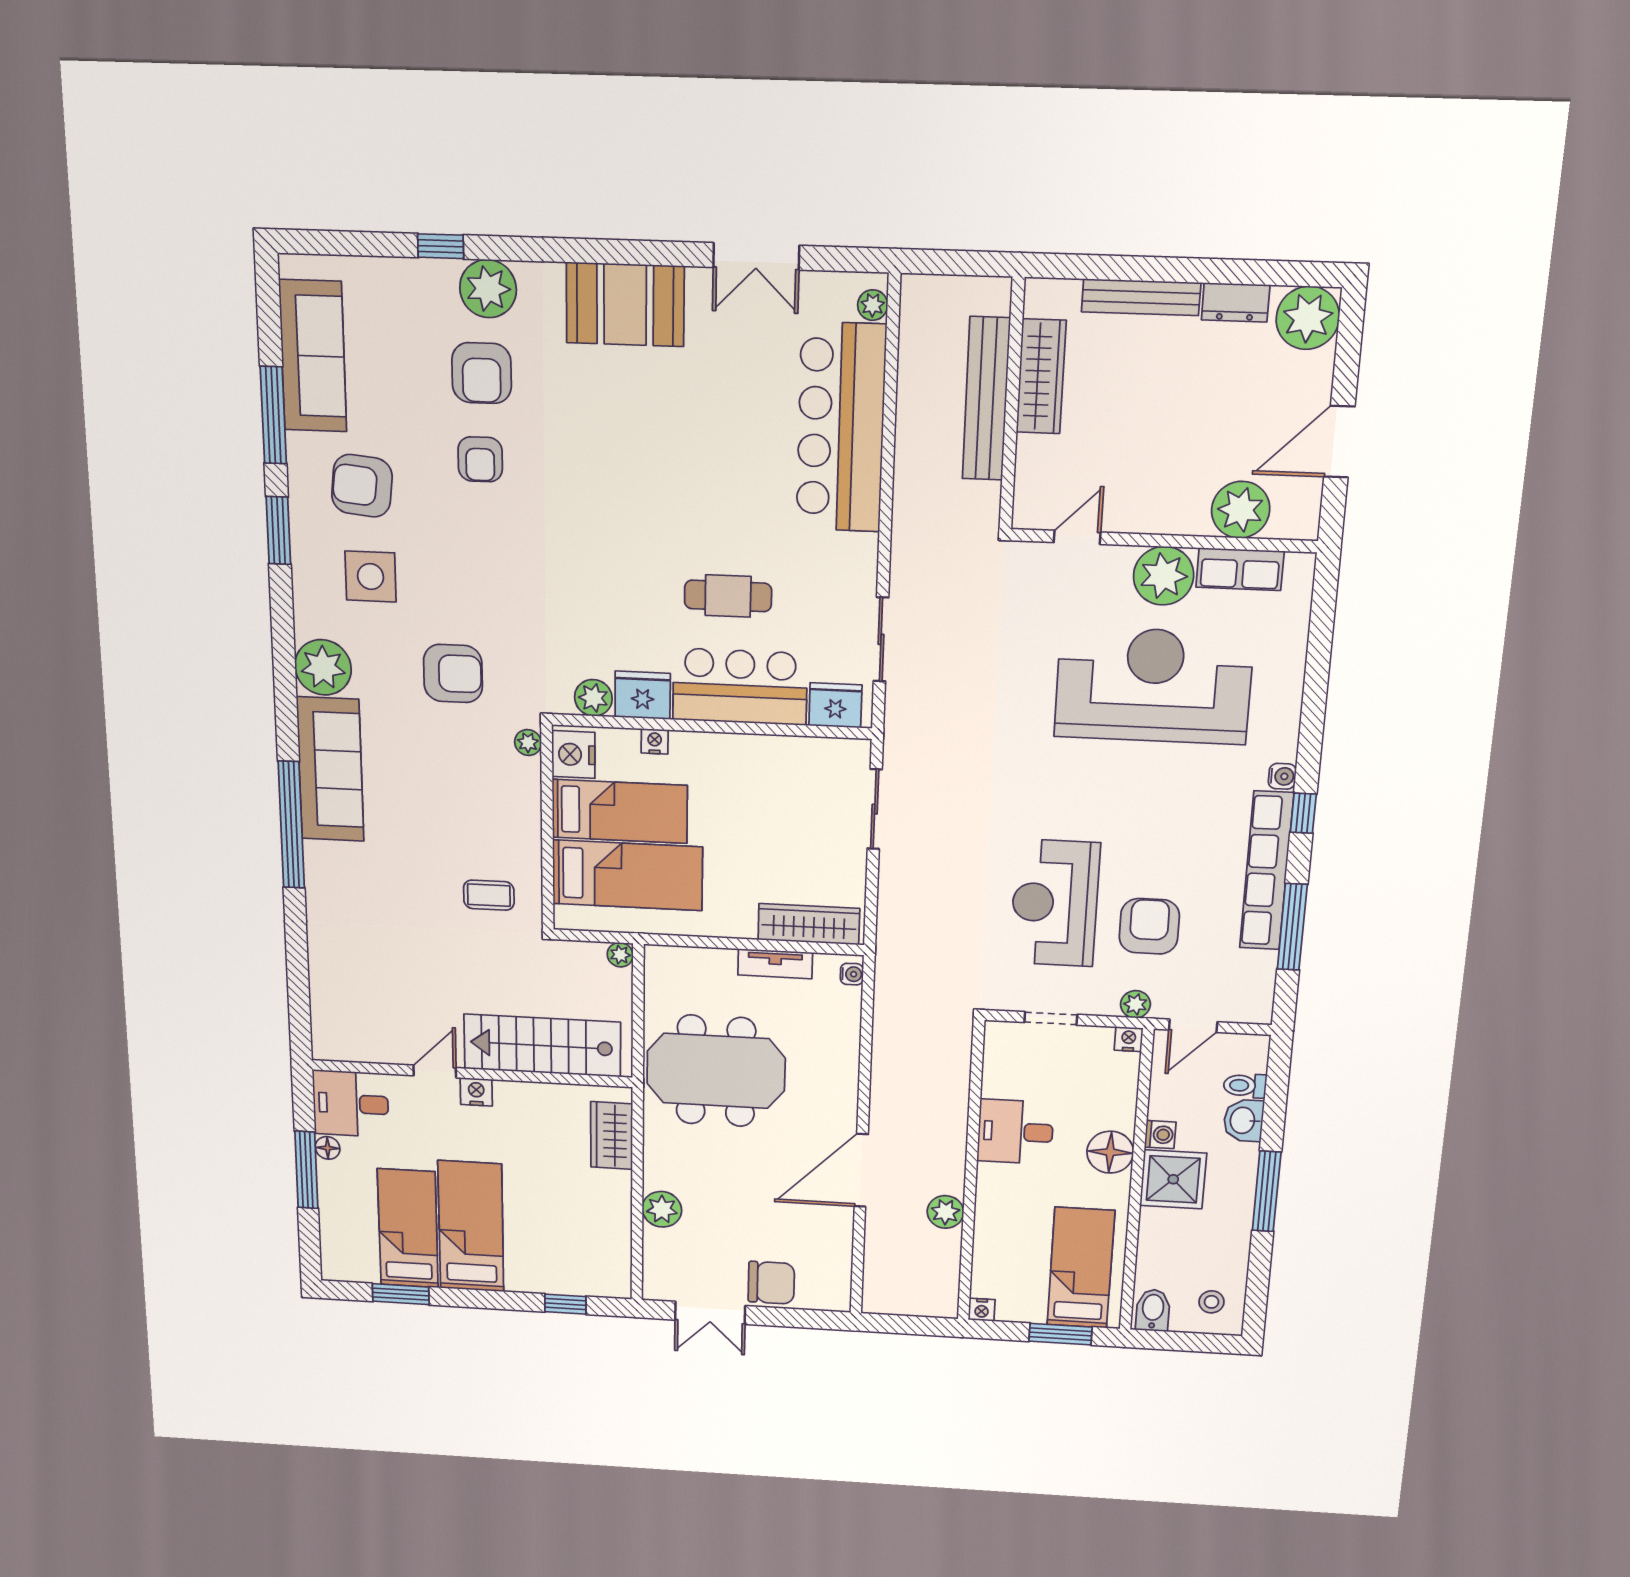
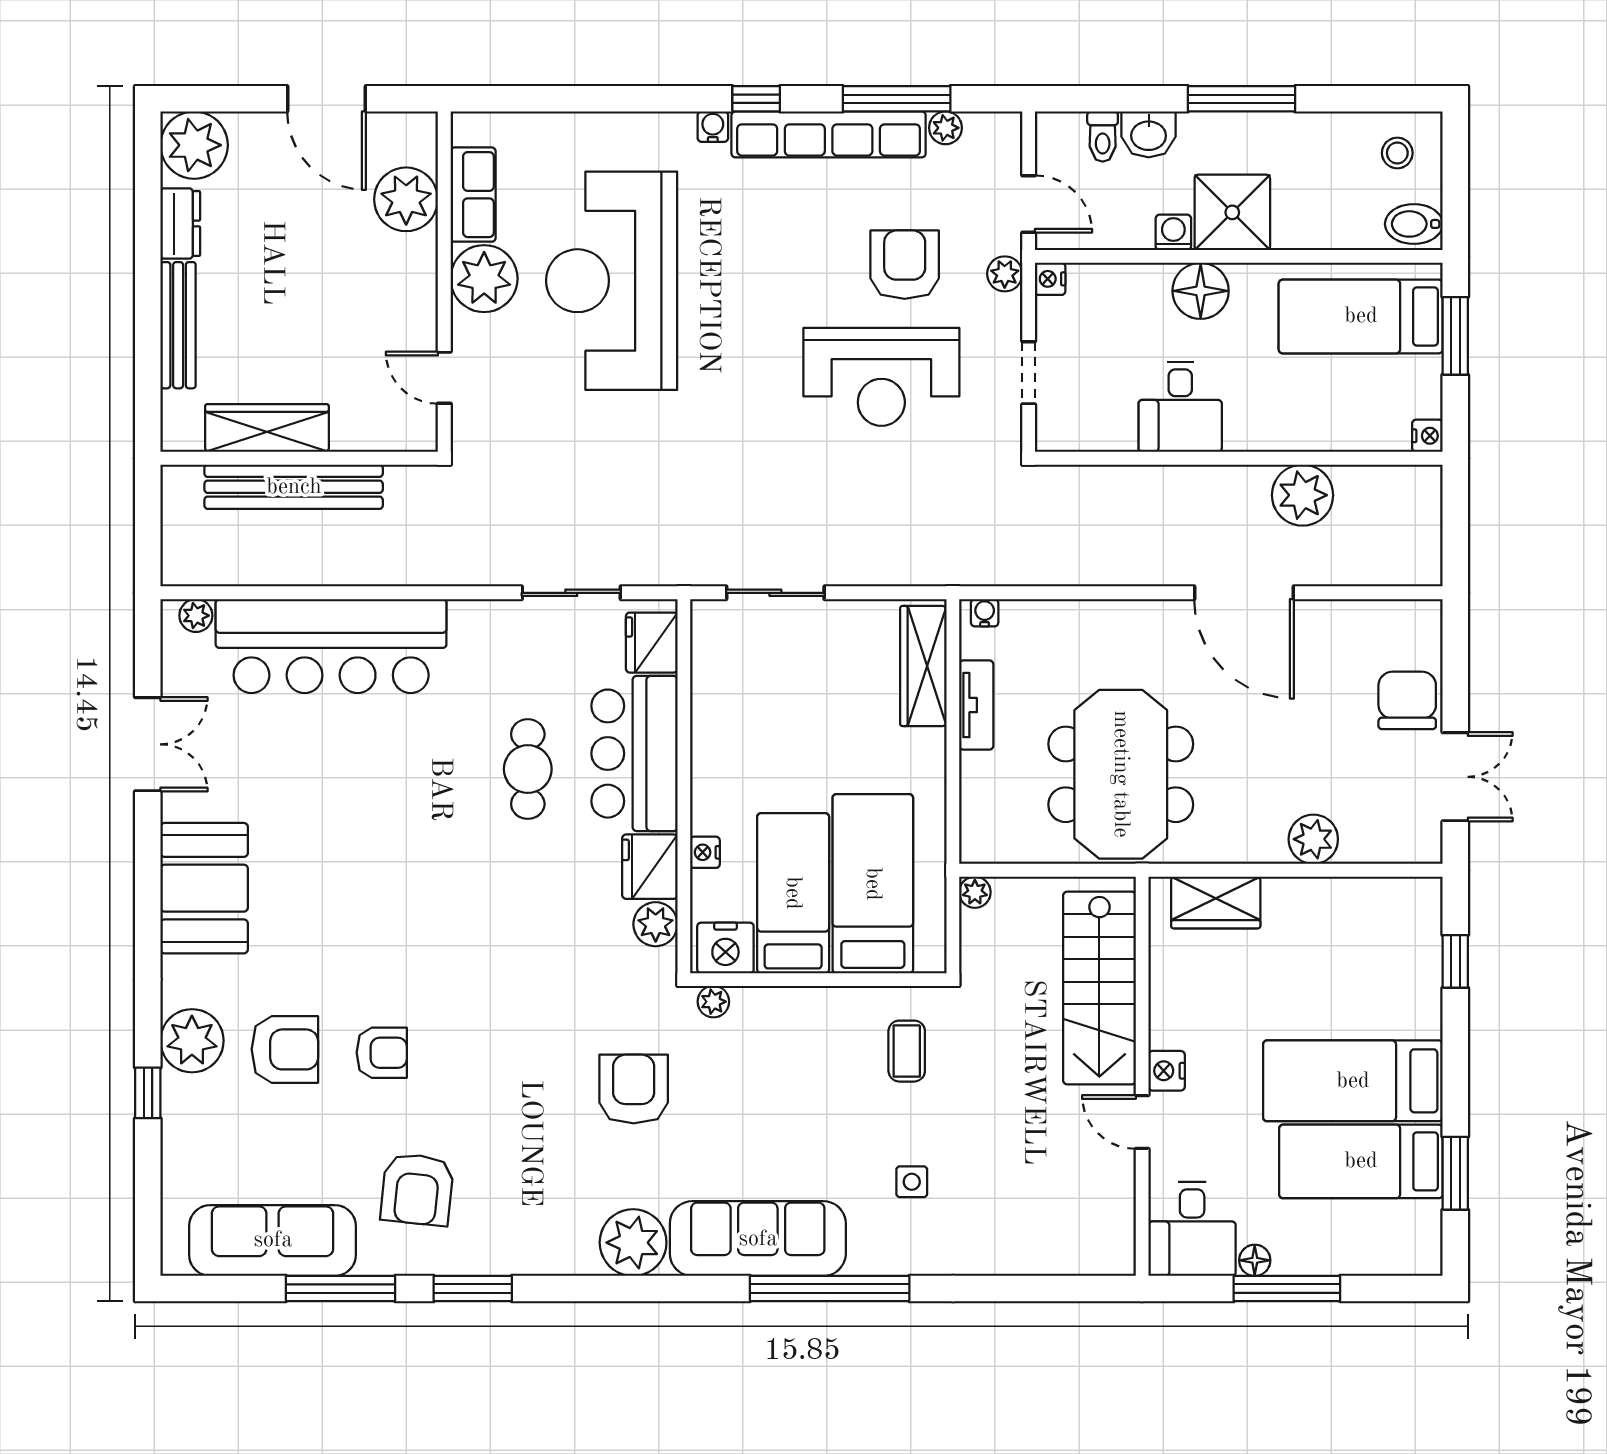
side table: (371, 576) -> (912, 1182), moved, width x0.54, depth x0.54
armchair: (1149, 926) -> (905, 265), turned 90
plant: (1264, 964) -> (945, 128), added
plant: (945, 1212) -> (1303, 495), width x1.36, depth x1.36

